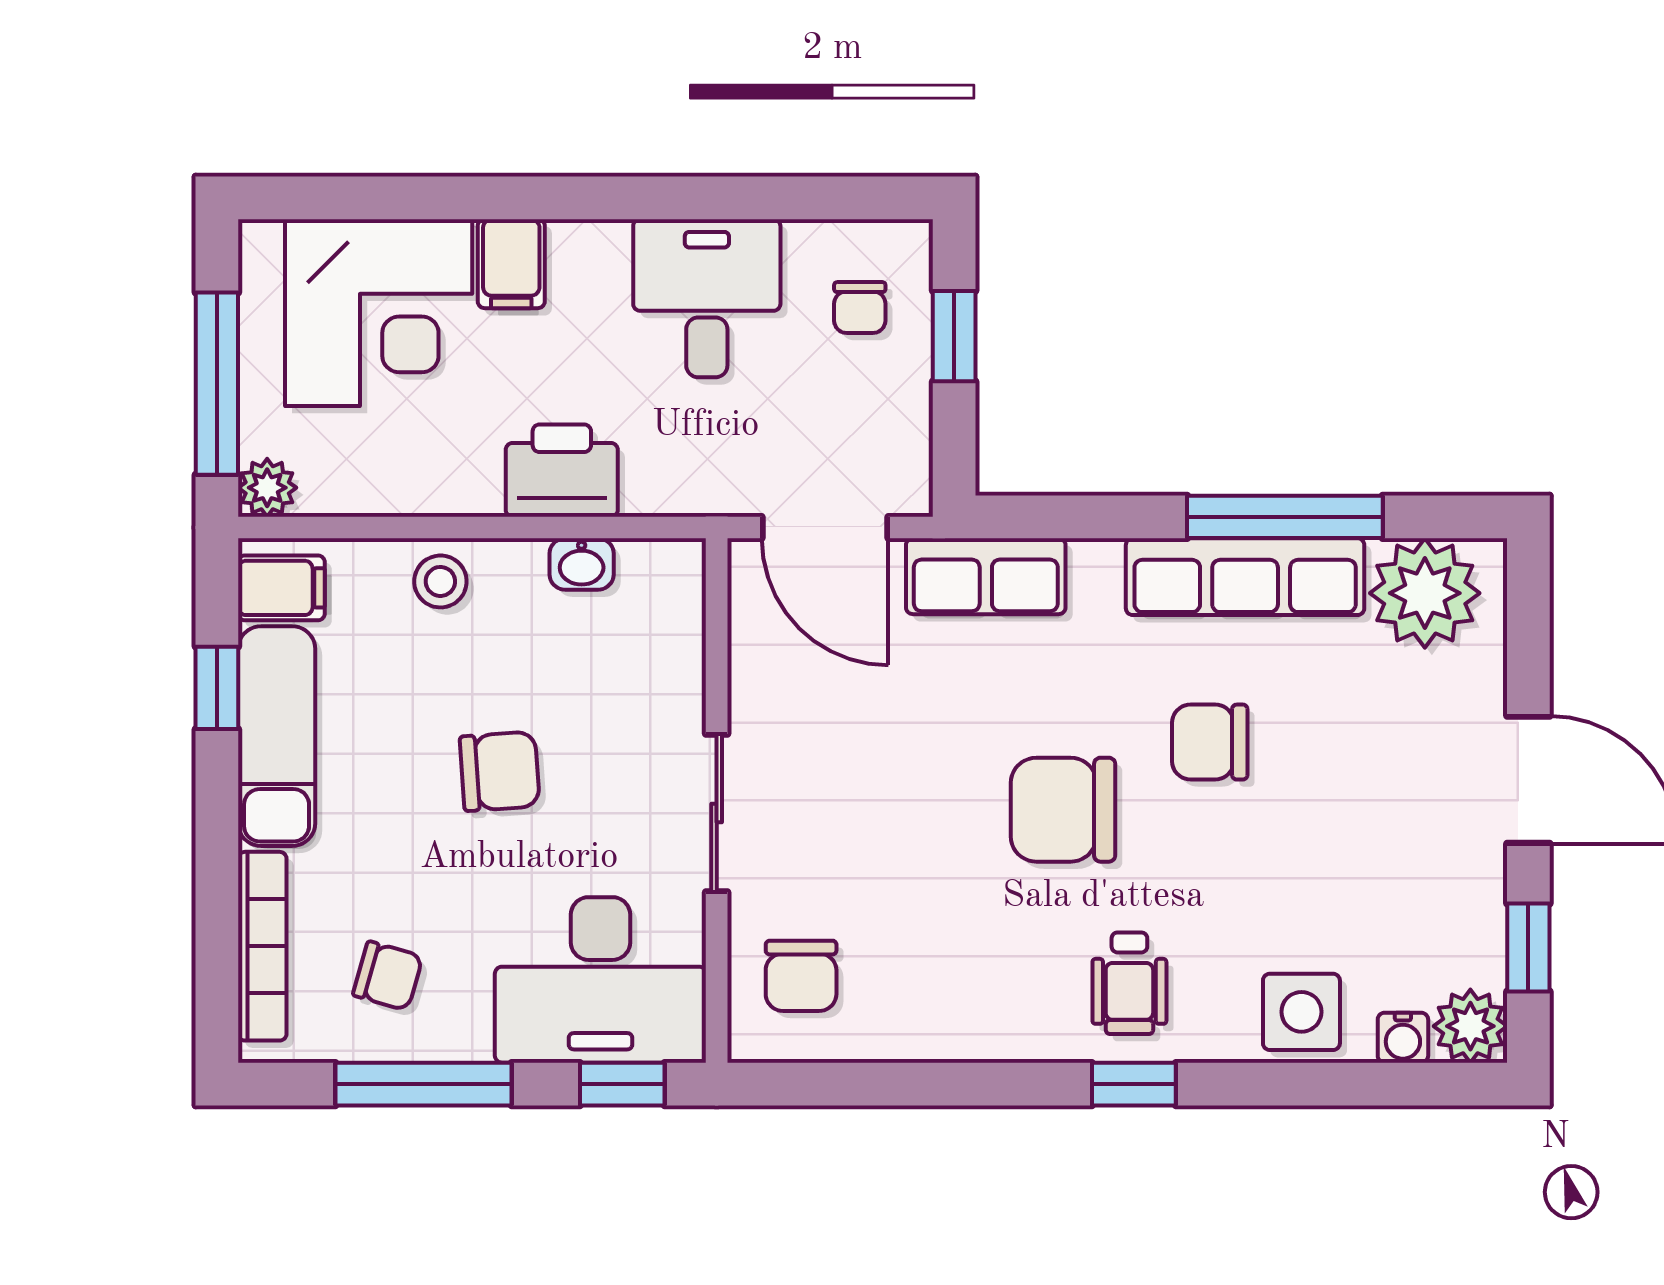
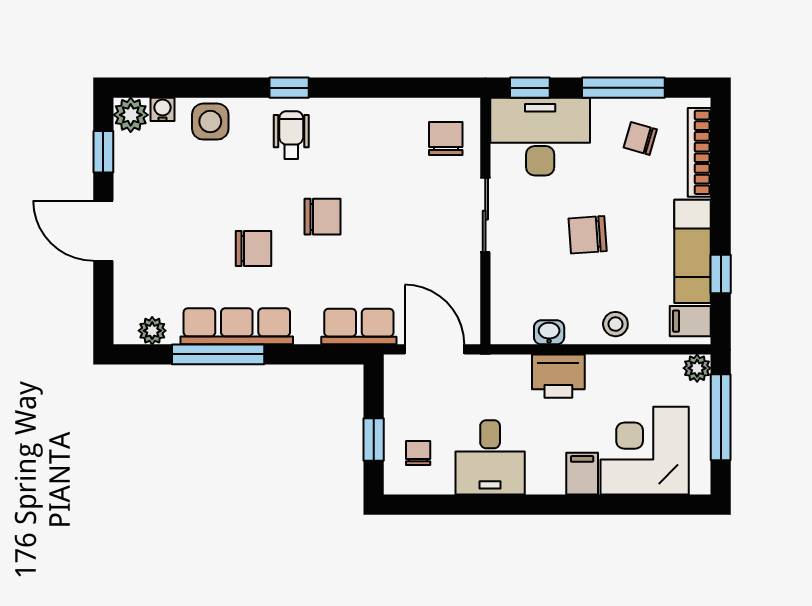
plant: (1425, 593) -> (152, 331), width x0.53, depth x0.53
chair: (1063, 810) -> (323, 217), width x0.73, depth x0.73

